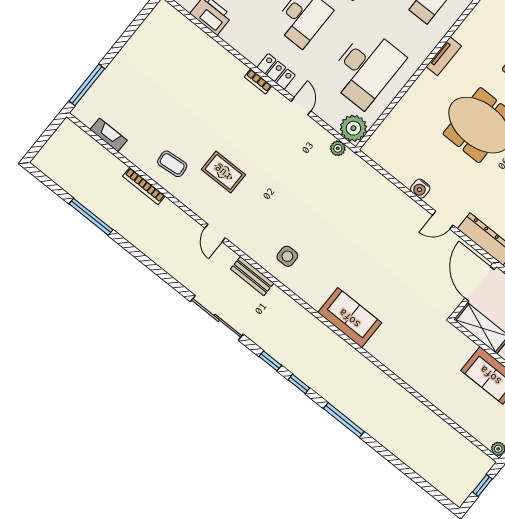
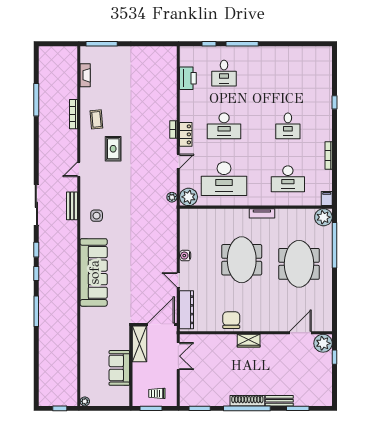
sofa: (350, 318) -> (94, 272), width x1.85, depth x1.27

